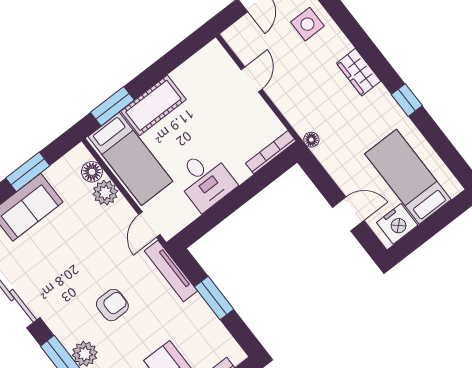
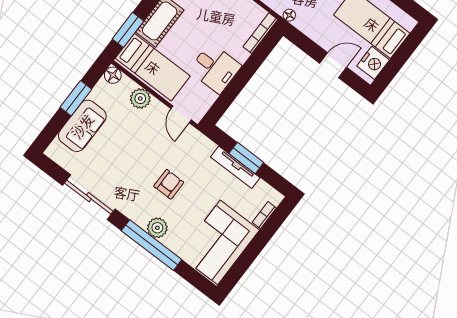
floor lamp: (92, 172) -> (113, 75), moved
tv unit: (171, 271) -> (235, 167), moved

